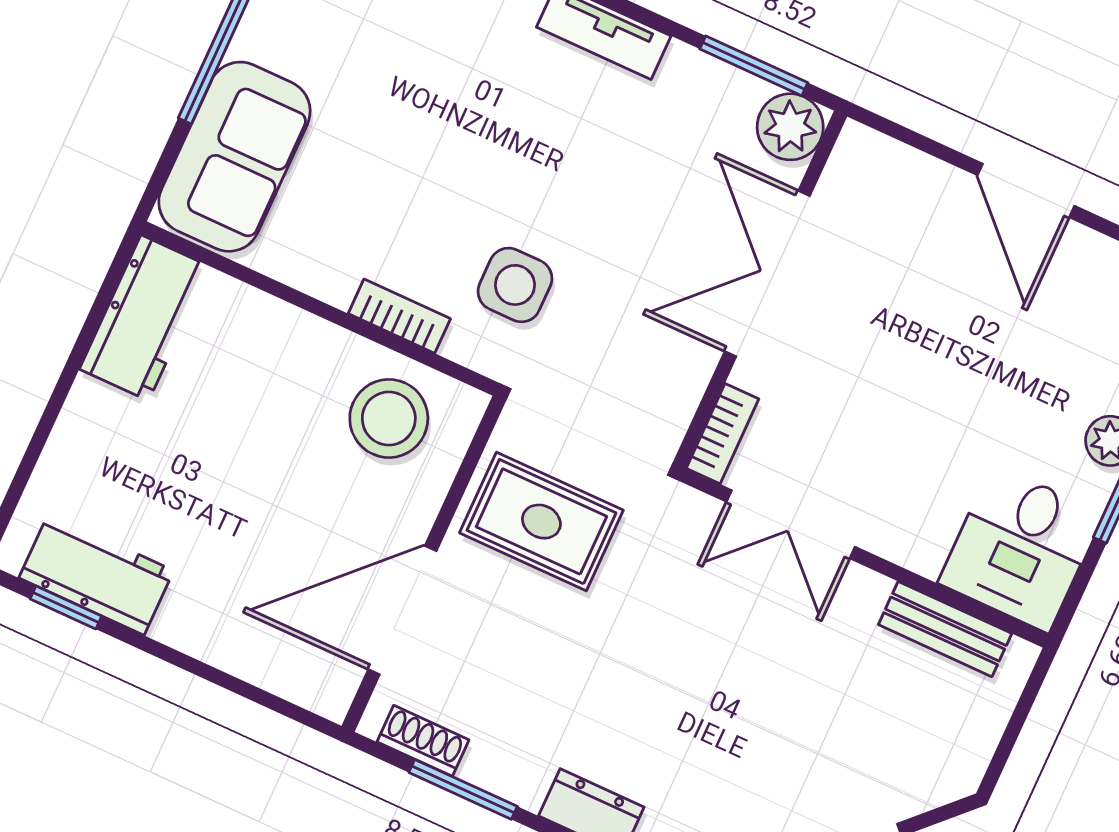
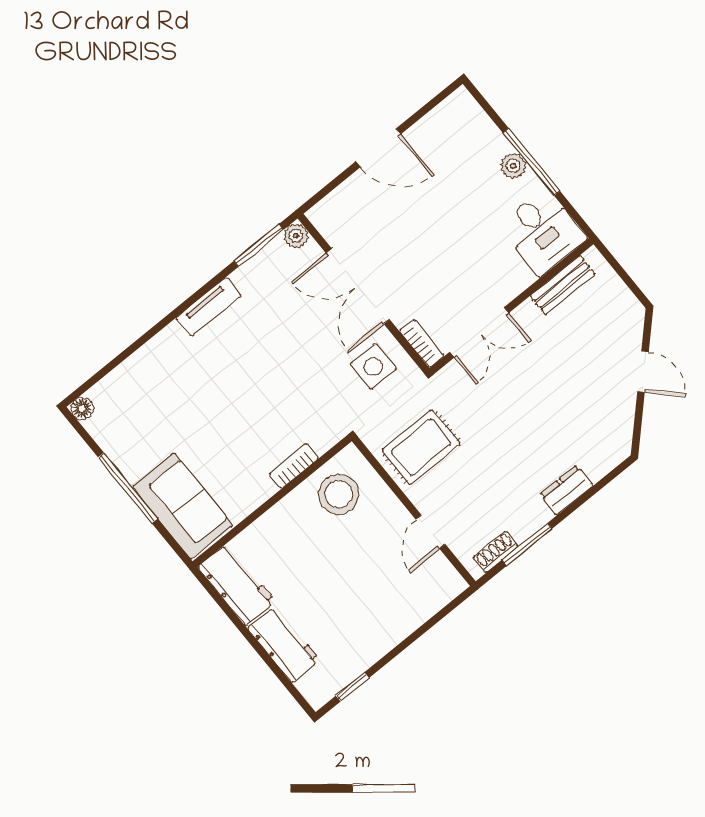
plant: (790, 127) -> (296, 236), width x0.73, depth x0.73
side table: (515, 285) -> (373, 367), moved
workbench: (96, 574) -> (284, 644), moved, turned 90
door: (402, 610) -> (430, 532), width x0.53

